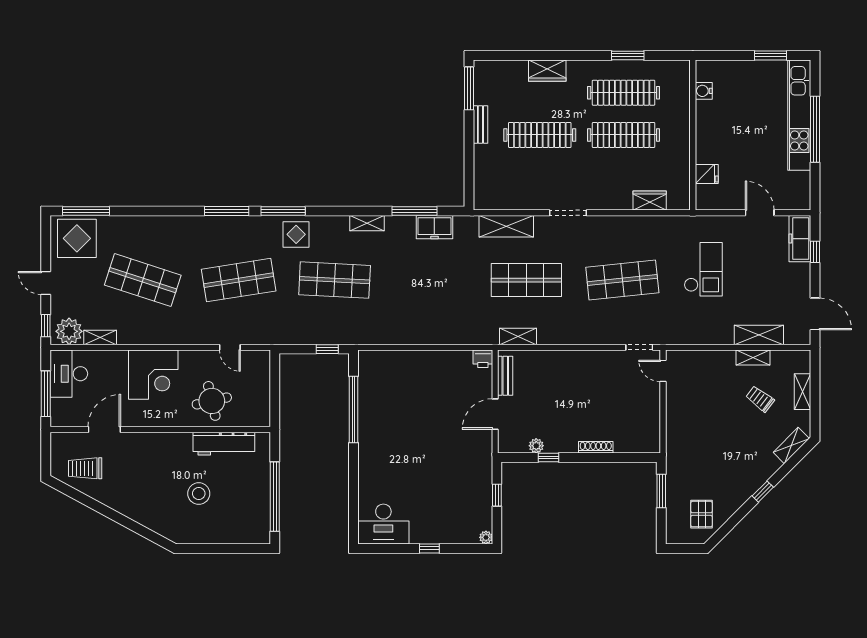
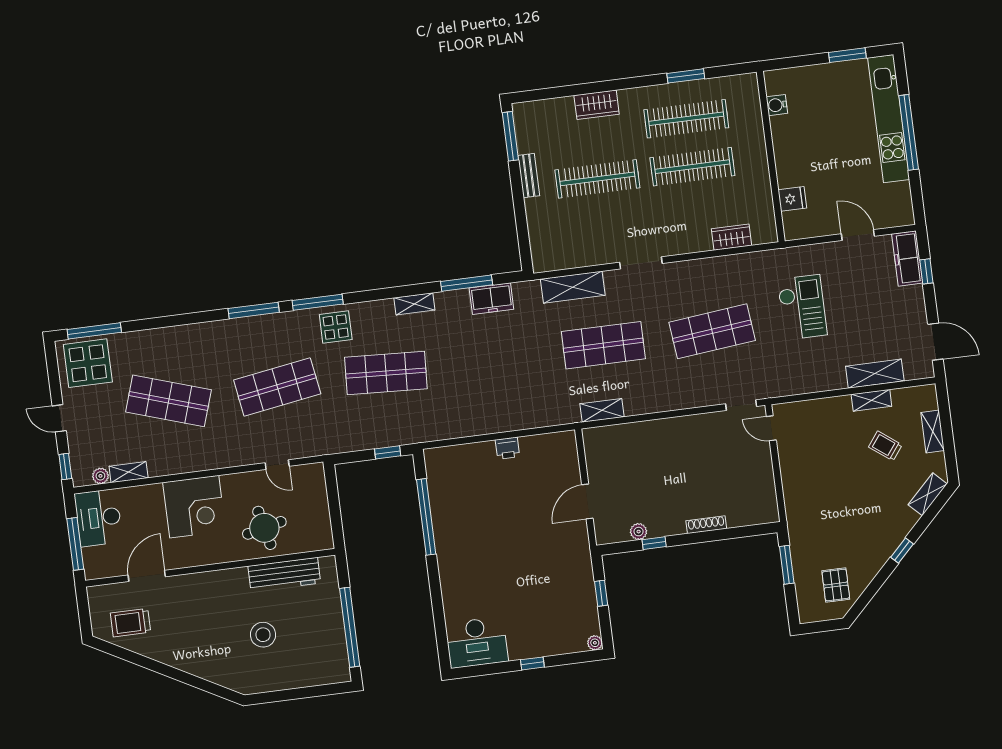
plant: (69, 331) -> (100, 476), width x0.53, depth x0.53
printer: (483, 359) -> (507, 448), moved
bench: (505, 376) -> (593, 457), removed

